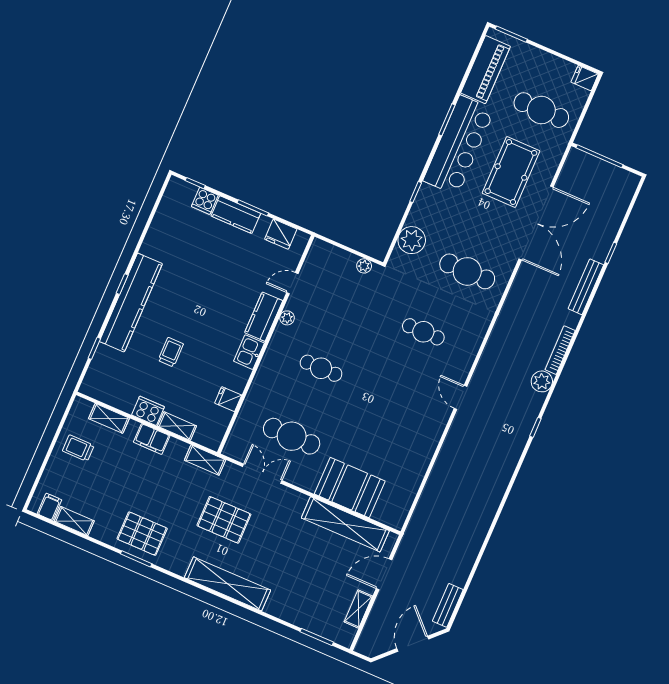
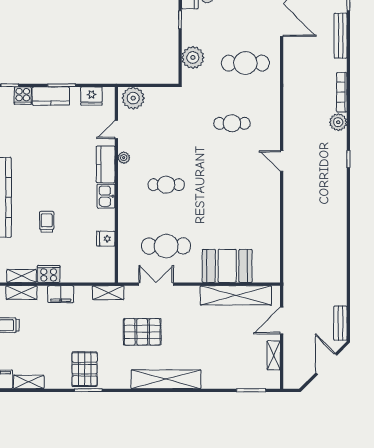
plant: (364, 266) -> (133, 98), moved, width x1.88, depth x1.88
shelving: (177, 426) -> (22, 276), moved
pallet: (142, 534) -> (85, 369), turned 90

